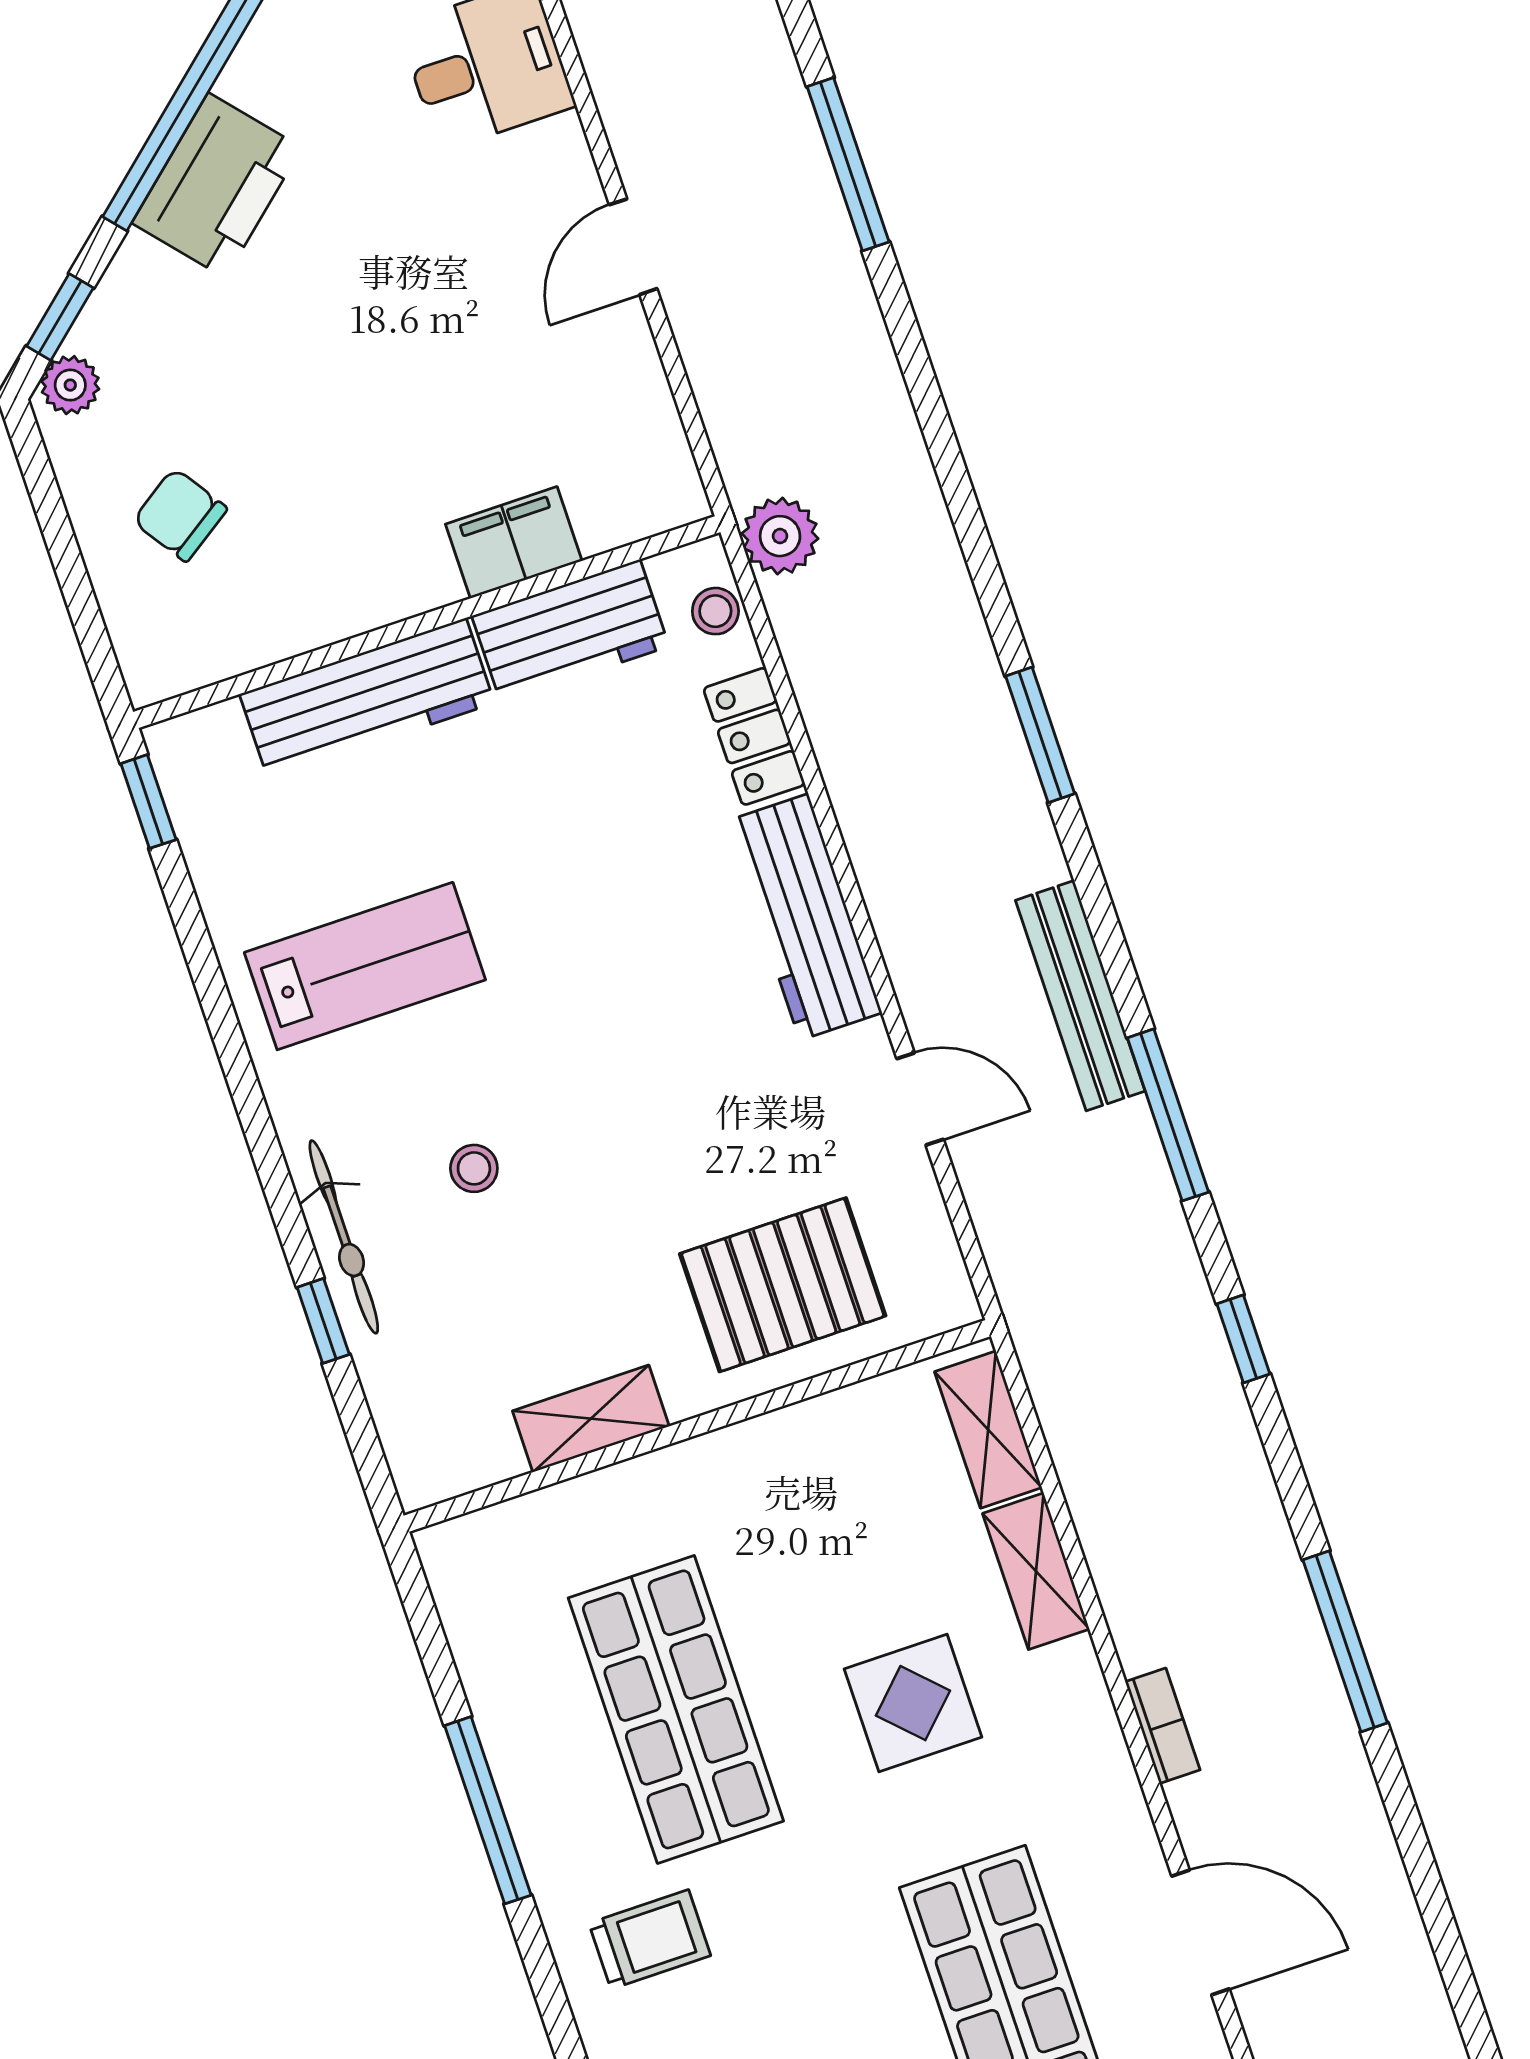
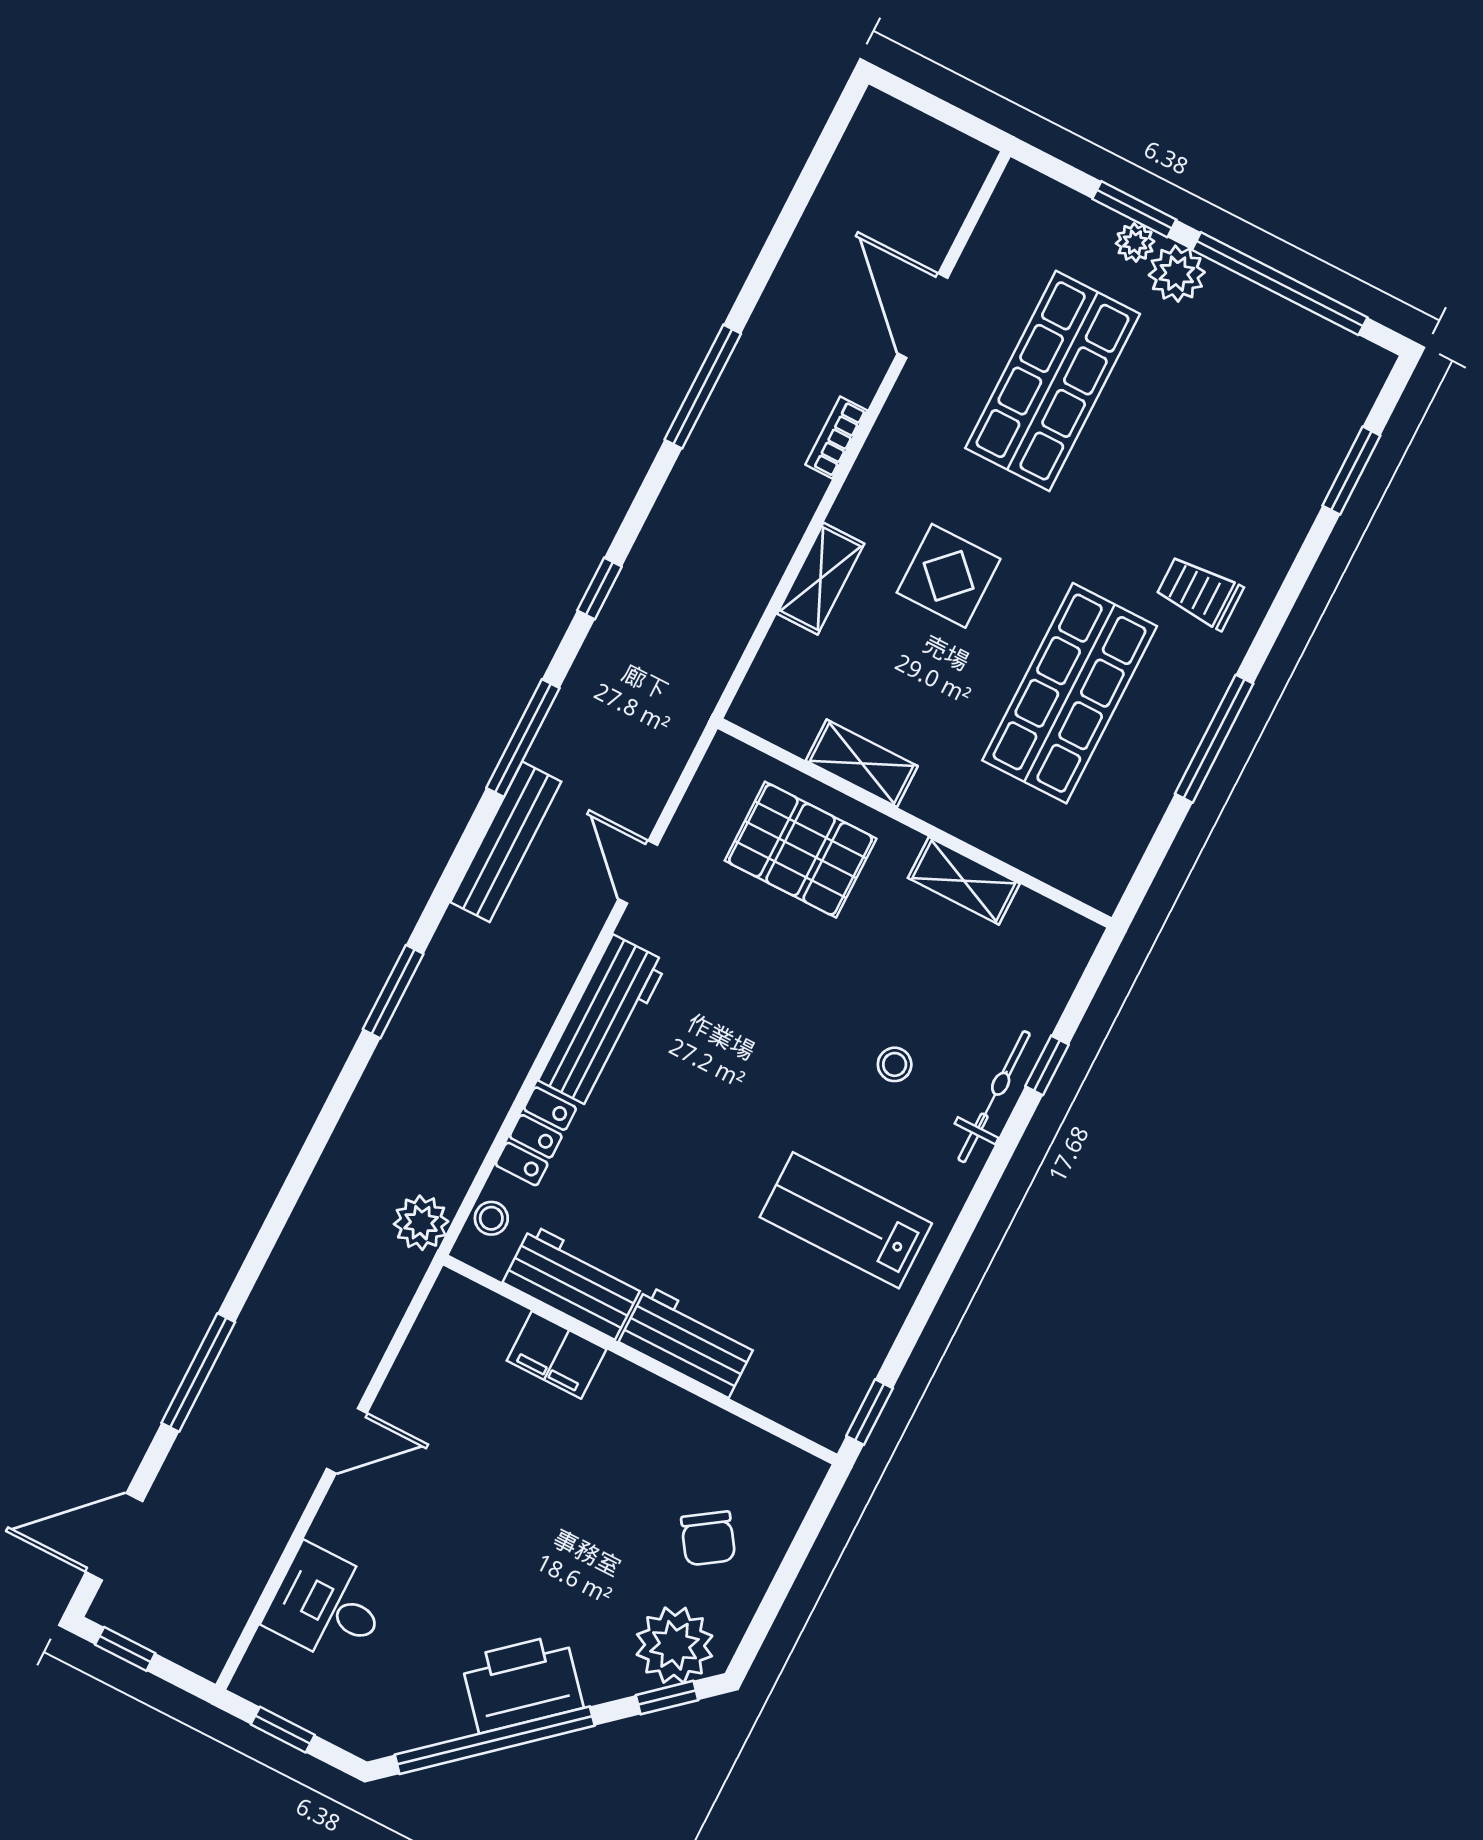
plant: (70, 385) -> (675, 1645), width x1.88, depth x1.88
workbench: (367, 698) -> (688, 1342), width x0.73
shelving: (988, 1430) -> (862, 763), moved, turned 90

